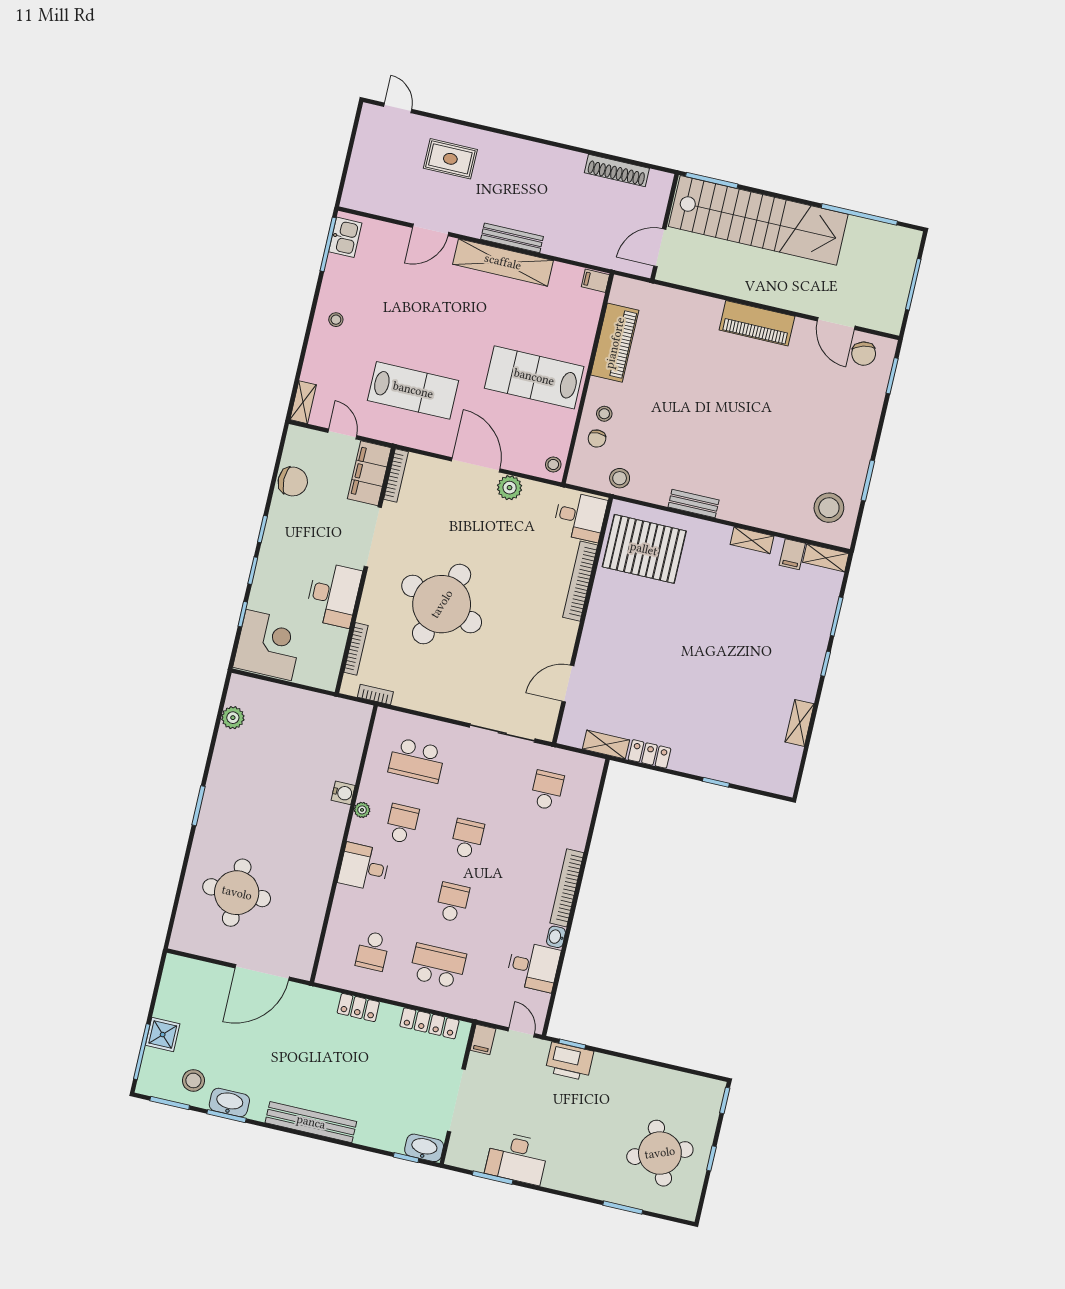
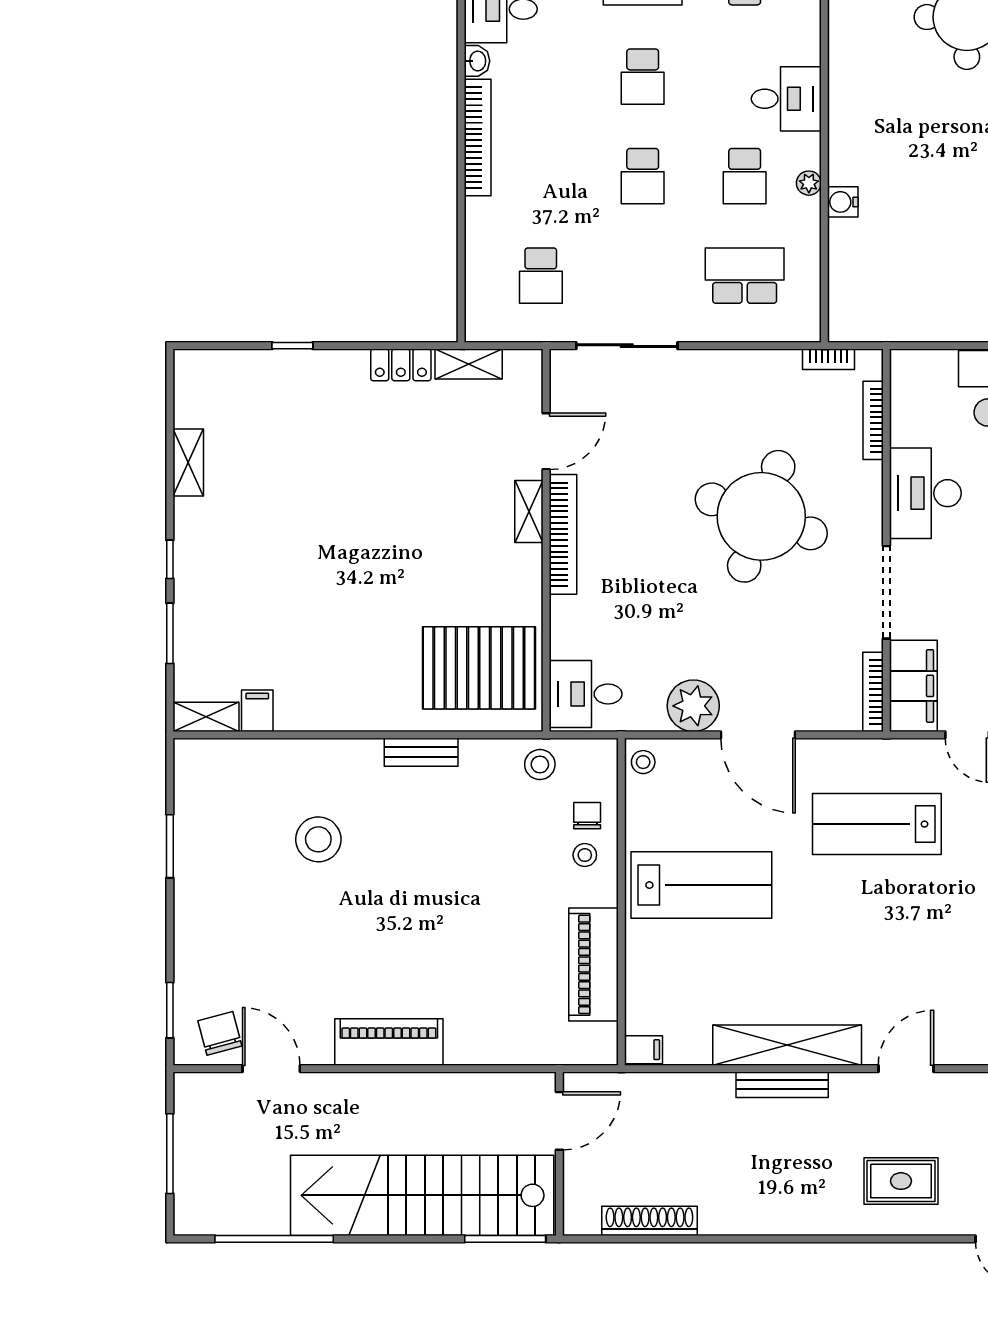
plant: (510, 488) -> (693, 706), width x1.36, depth x1.36
stool: (829, 508) -> (318, 839), moved
shelving: (752, 540) -> (529, 512), moved, turned 90
bookcase: (580, 581) -> (563, 534), moved

